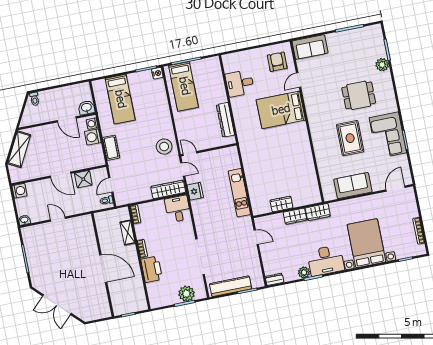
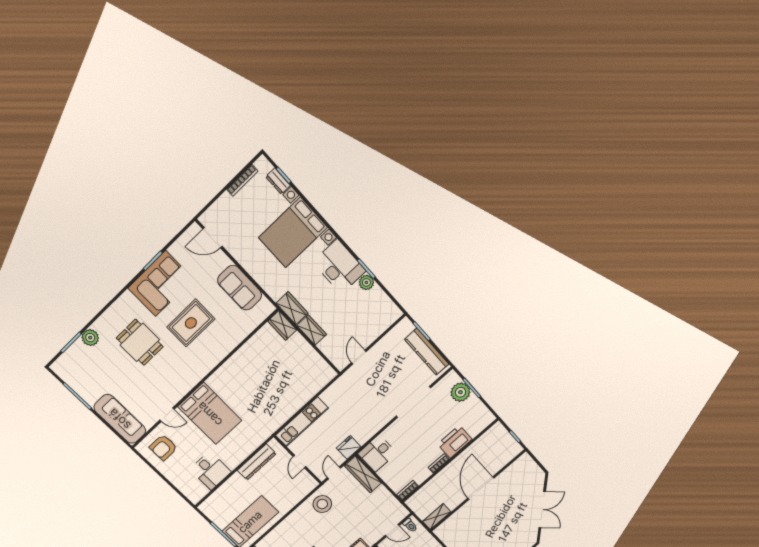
sofa: (310, 47) -> (120, 419), width x1.36
door: (190, 154) -> (300, 462), moved
kitchen unit: (239, 193) -> (302, 422), moved
wardrobe: (281, 204) -> (282, 326), moved
shelving: (128, 233) -> (437, 517), moved
dresser: (274, 279) -> (278, 181), moved

